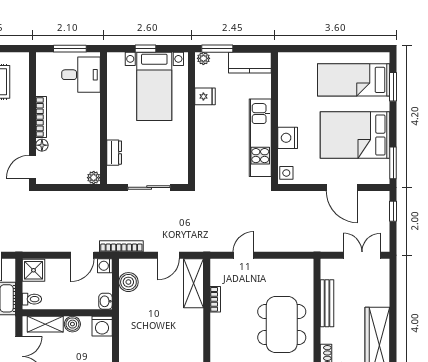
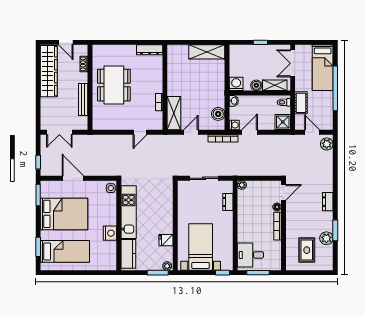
window: (146, 49) -> (222, 273), moved
kitchen counter: (250, 63) -> (128, 254), moved, turned 90
nightstand: (288, 138) -> (110, 233), moved

